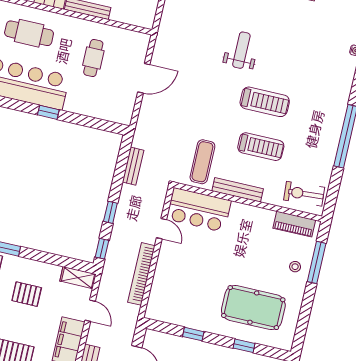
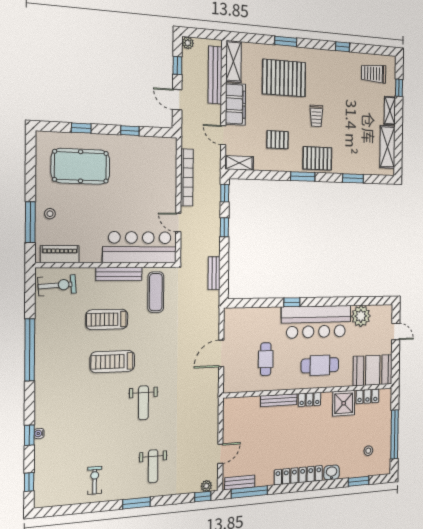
bar counter: (199, 210) -> (140, 247), width x1.36

